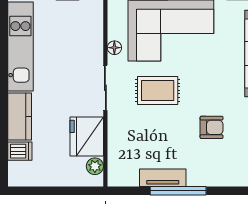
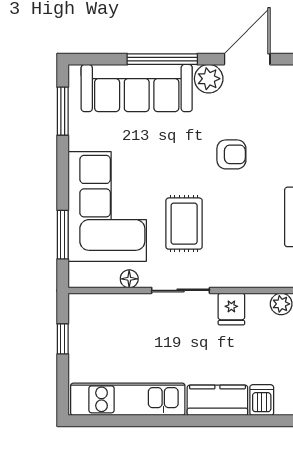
armchair: (212, 127) -> (231, 154), turned 90
fridge: (87, 137) -> (231, 309), width x0.53, depth x0.75

